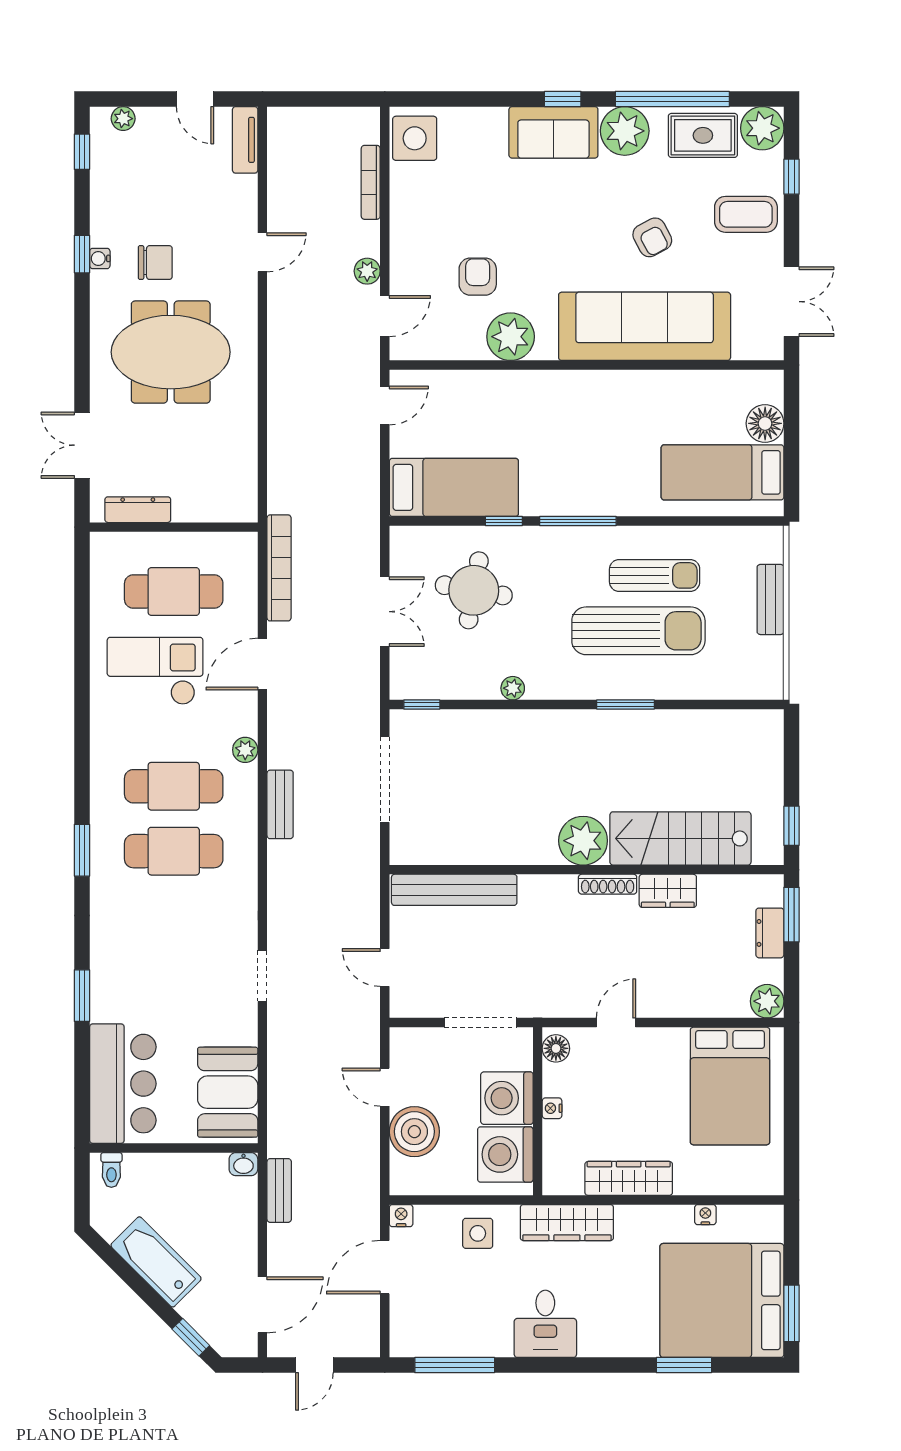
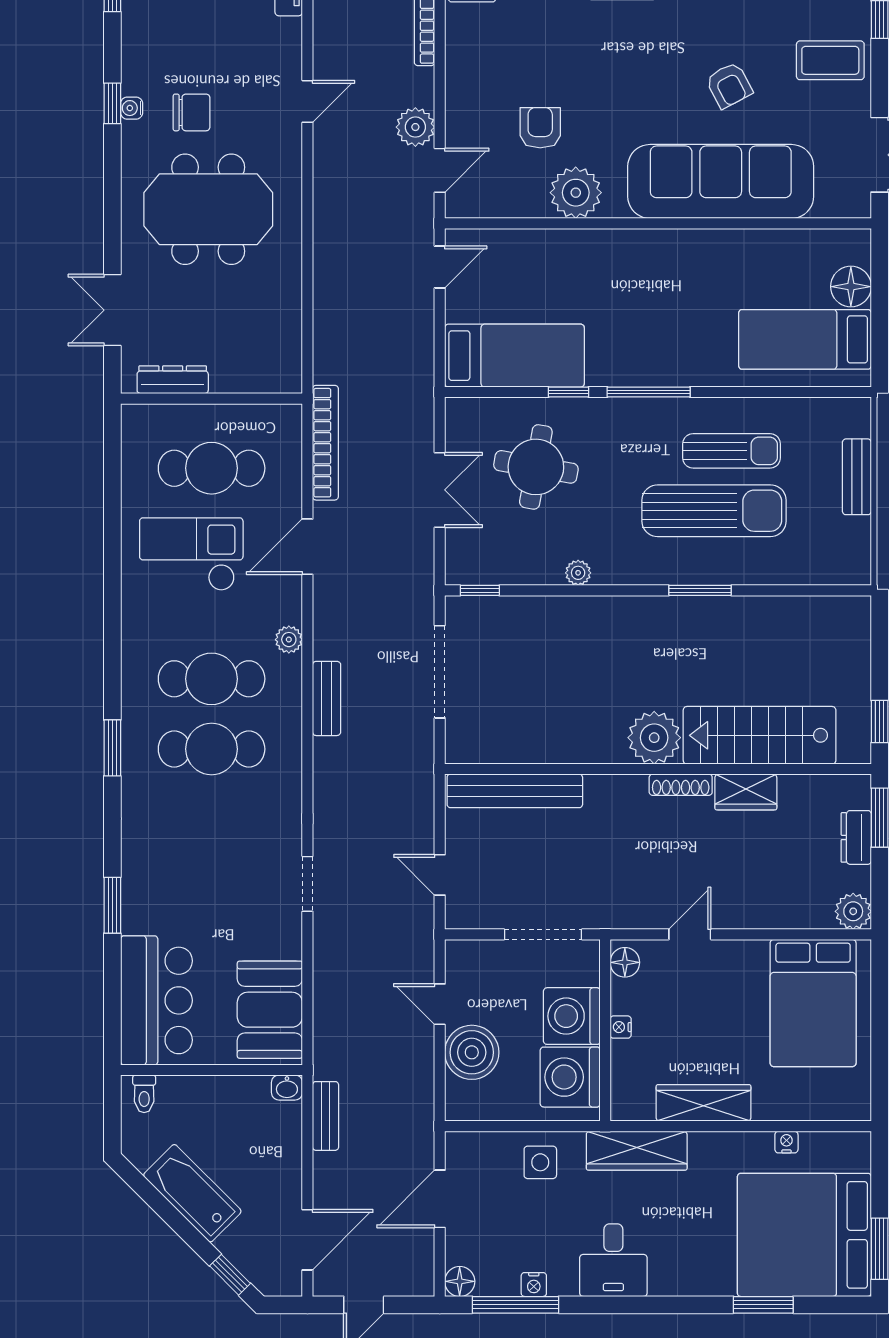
plant: (367, 271) -> (415, 127), width x1.38, depth x1.38
nightstand: (401, 1216) -> (534, 1285), moved, turned 180
floor lamp: (403, 1344) -> (460, 1281), added

